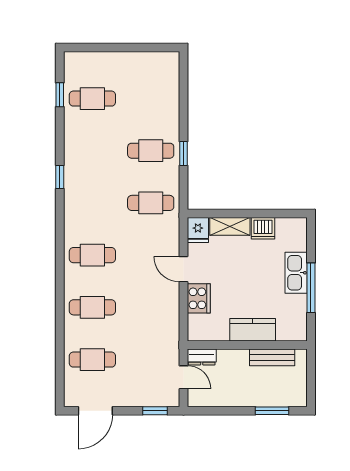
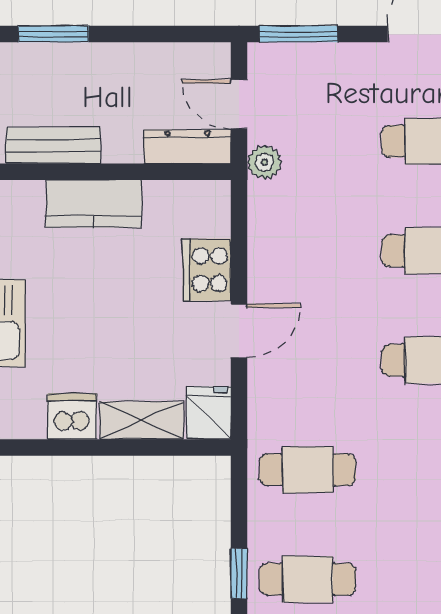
door: (183, 269) -> (239, 331), hinge flipped
plant: (171, 350) -> (264, 162), added
dresser: (202, 357) -> (187, 147), width x1.44
window: (155, 411) -> (298, 34), width x1.50

